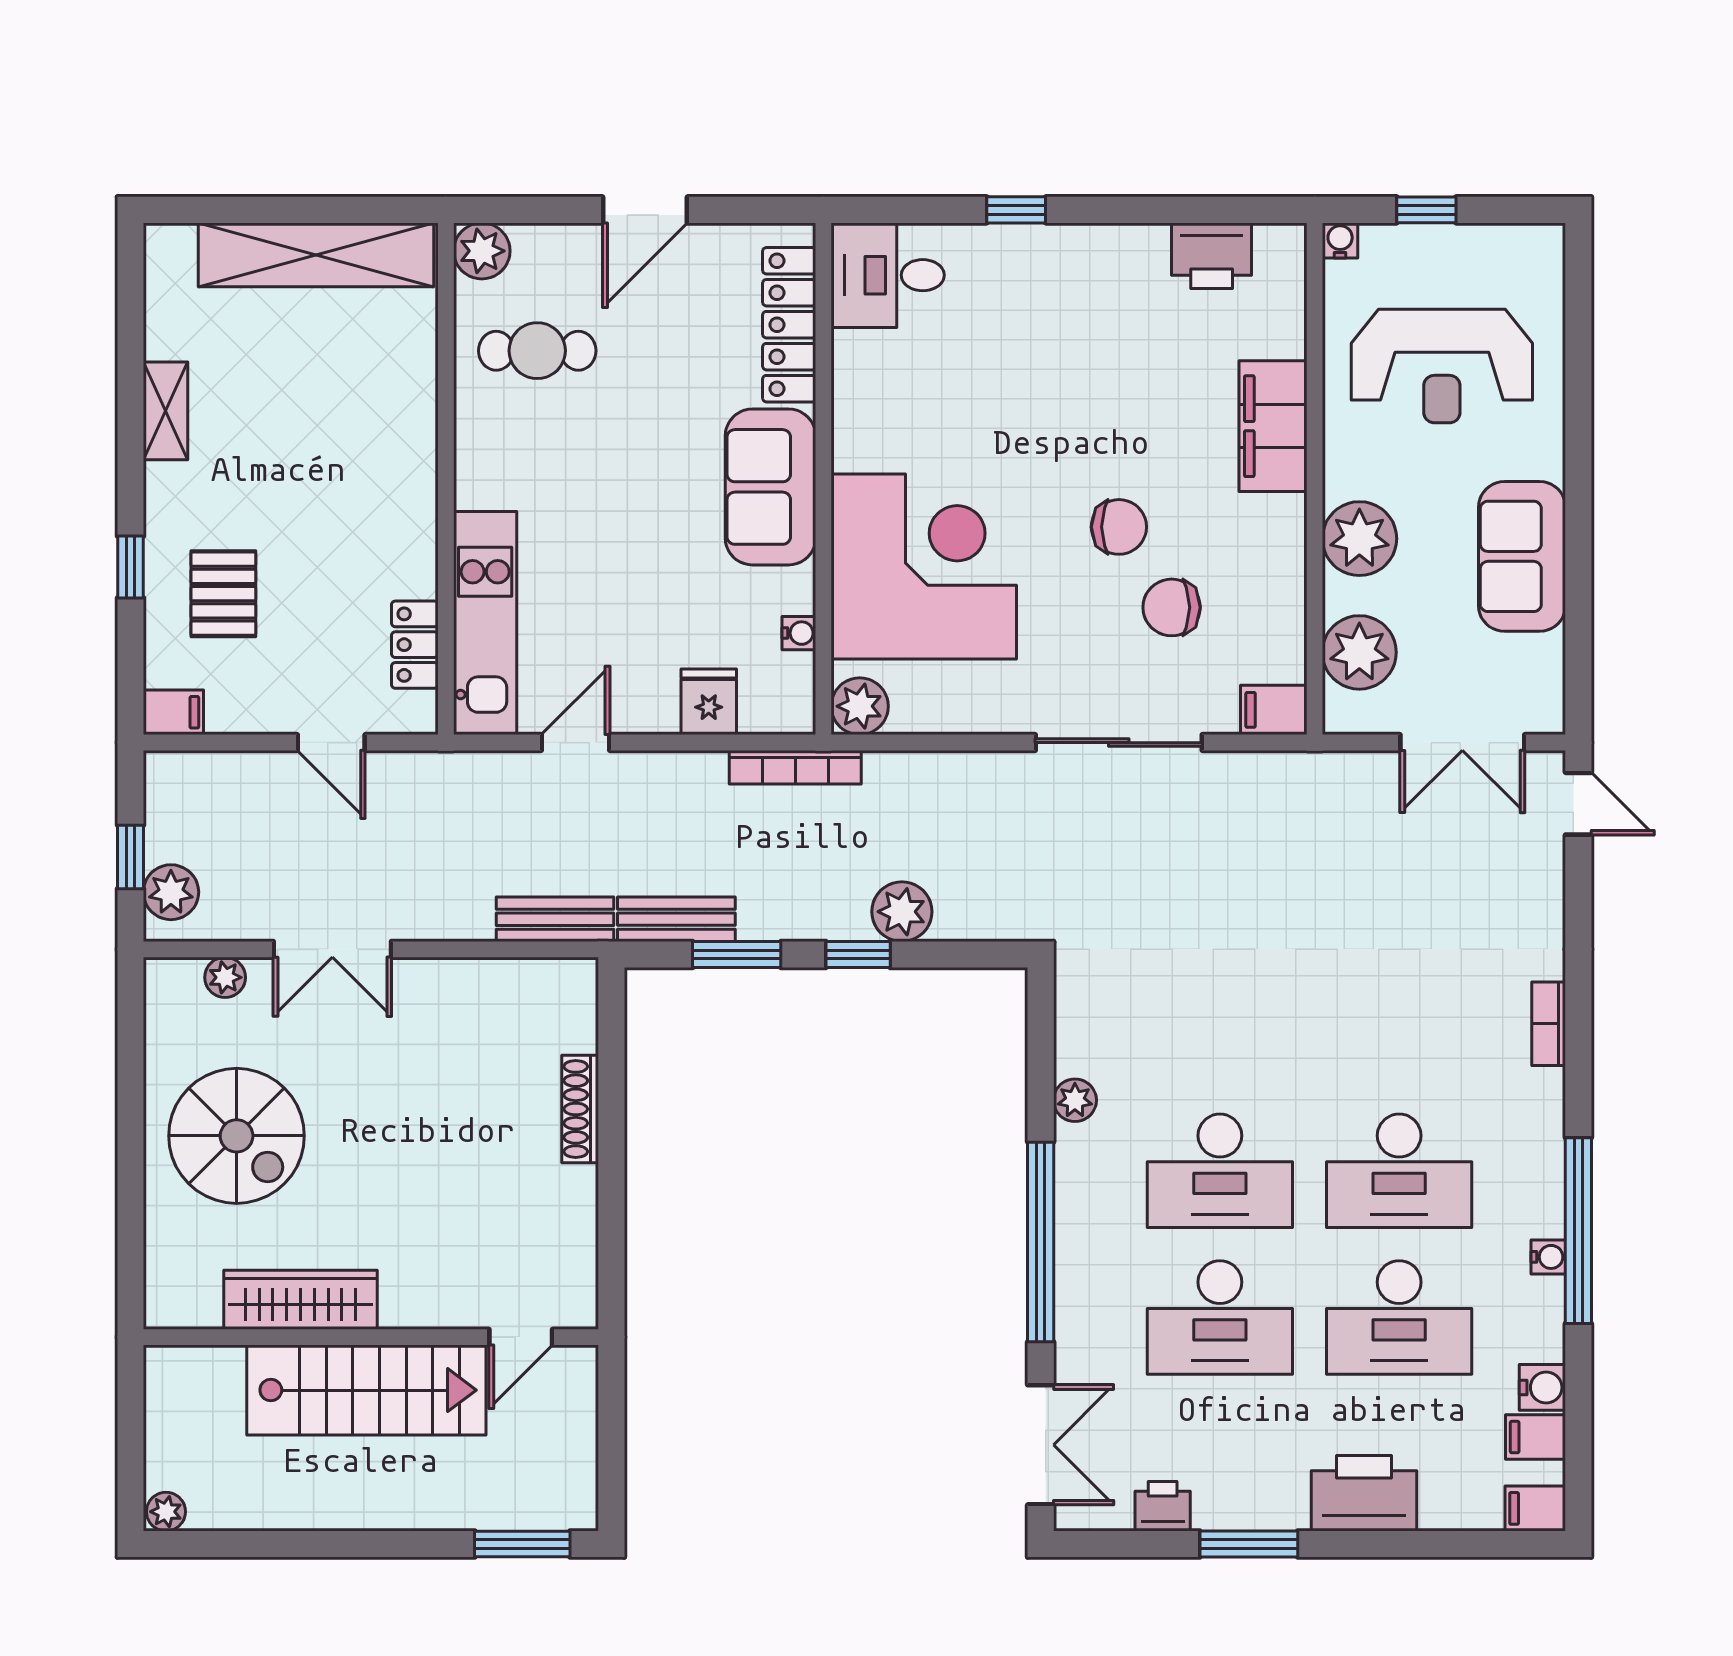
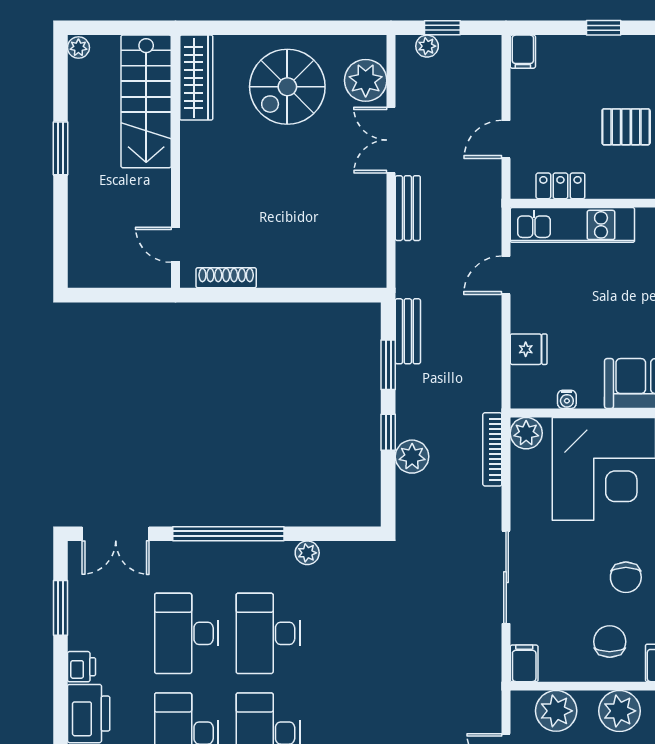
pallet: (223, 594) -> (626, 127), moved
chair: (1172, 607) -> (610, 642), moved
door: (576, 743) -> (506, 275), swing flipped
bookcase: (795, 767) -> (492, 449), moved
plant: (171, 892) -> (427, 46), width x0.73, depth x0.73
bench: (555, 919) -> (408, 208), moved
plant: (225, 977) -> (366, 80), width x1.88, depth x1.88
shoe rack: (580, 1109) -> (226, 278), moved
wardrobe: (301, 1300) -> (196, 78), moved
stairs: (366, 1390) -> (146, 101), moved
printer: (1163, 1506) -> (82, 667), moved
window: (522, 1544) -> (60, 148), moved
window: (1249, 1544) -> (60, 608), moved

